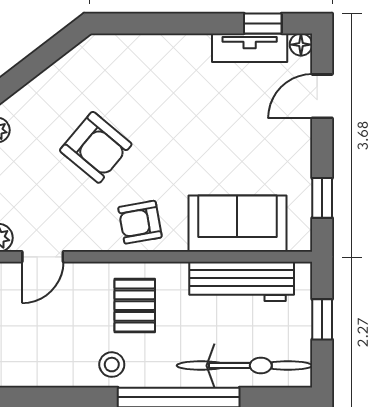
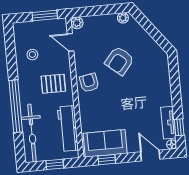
sofa: (237, 224) -> (105, 143), moved, turned -90
stool: (112, 365) -> (32, 55), moved

